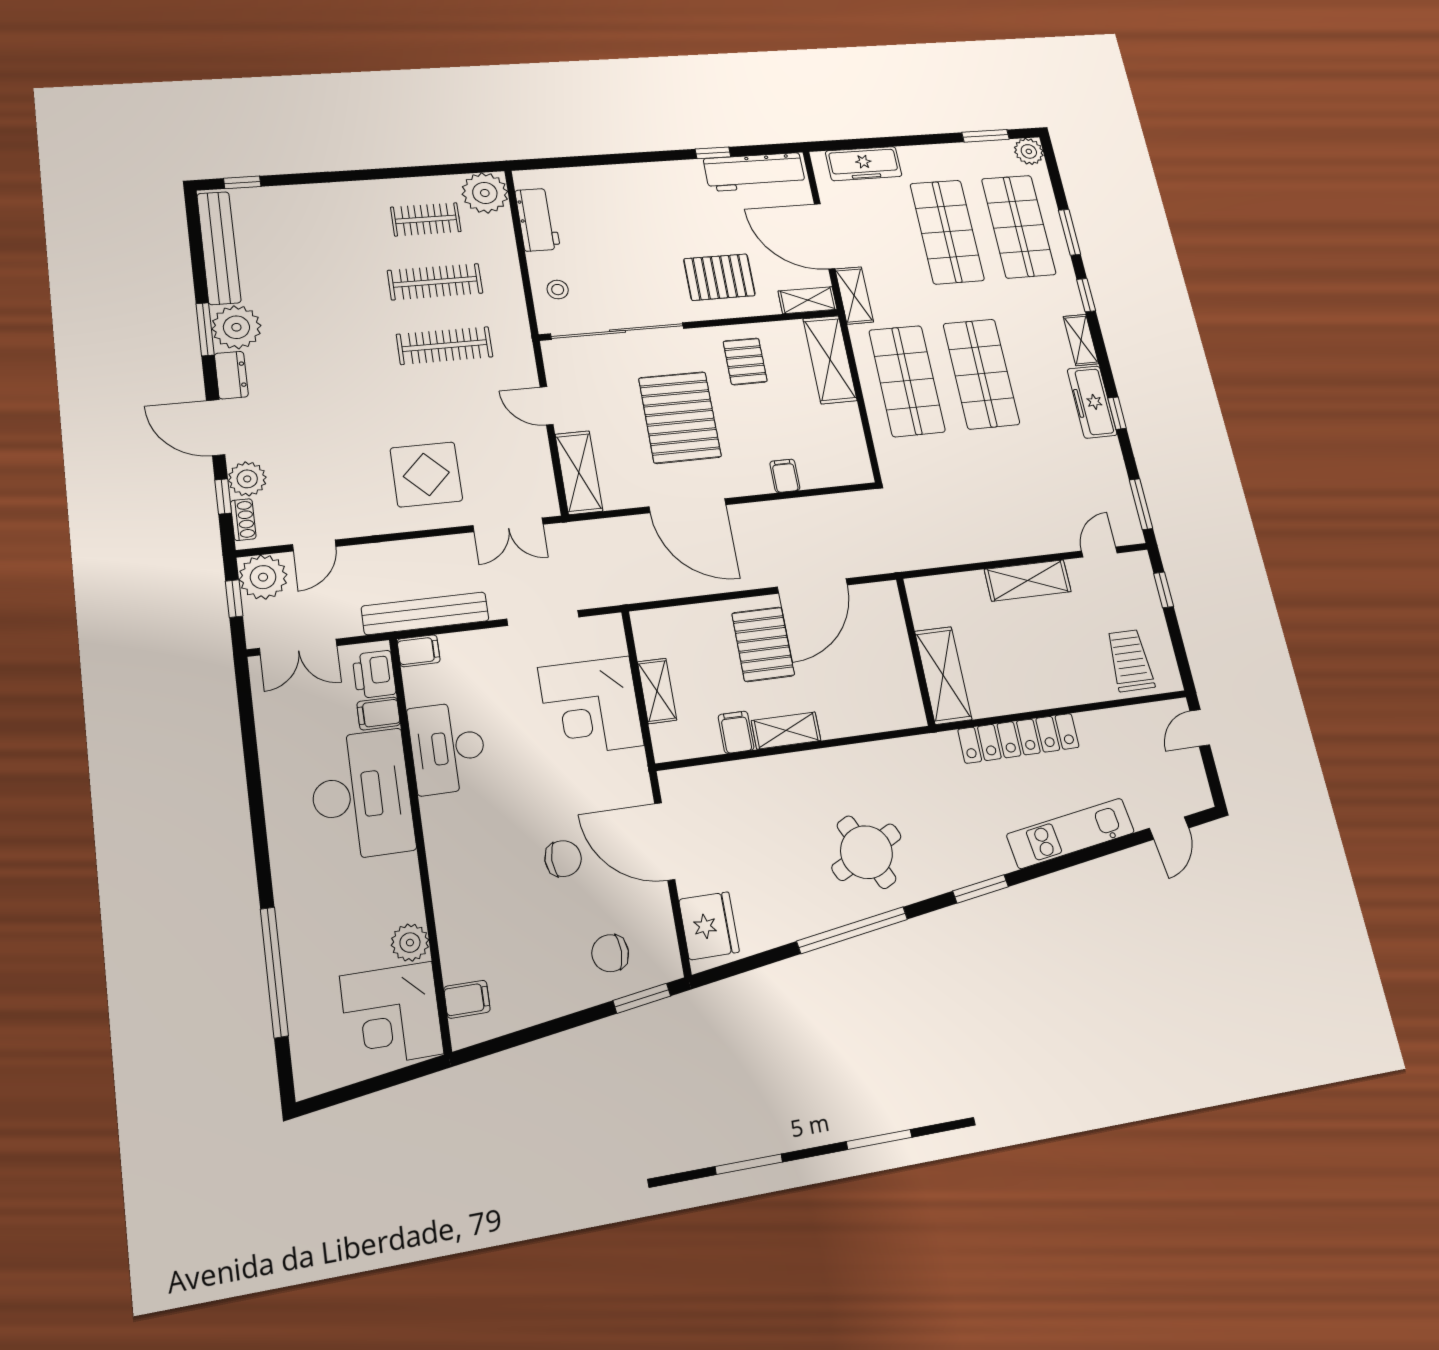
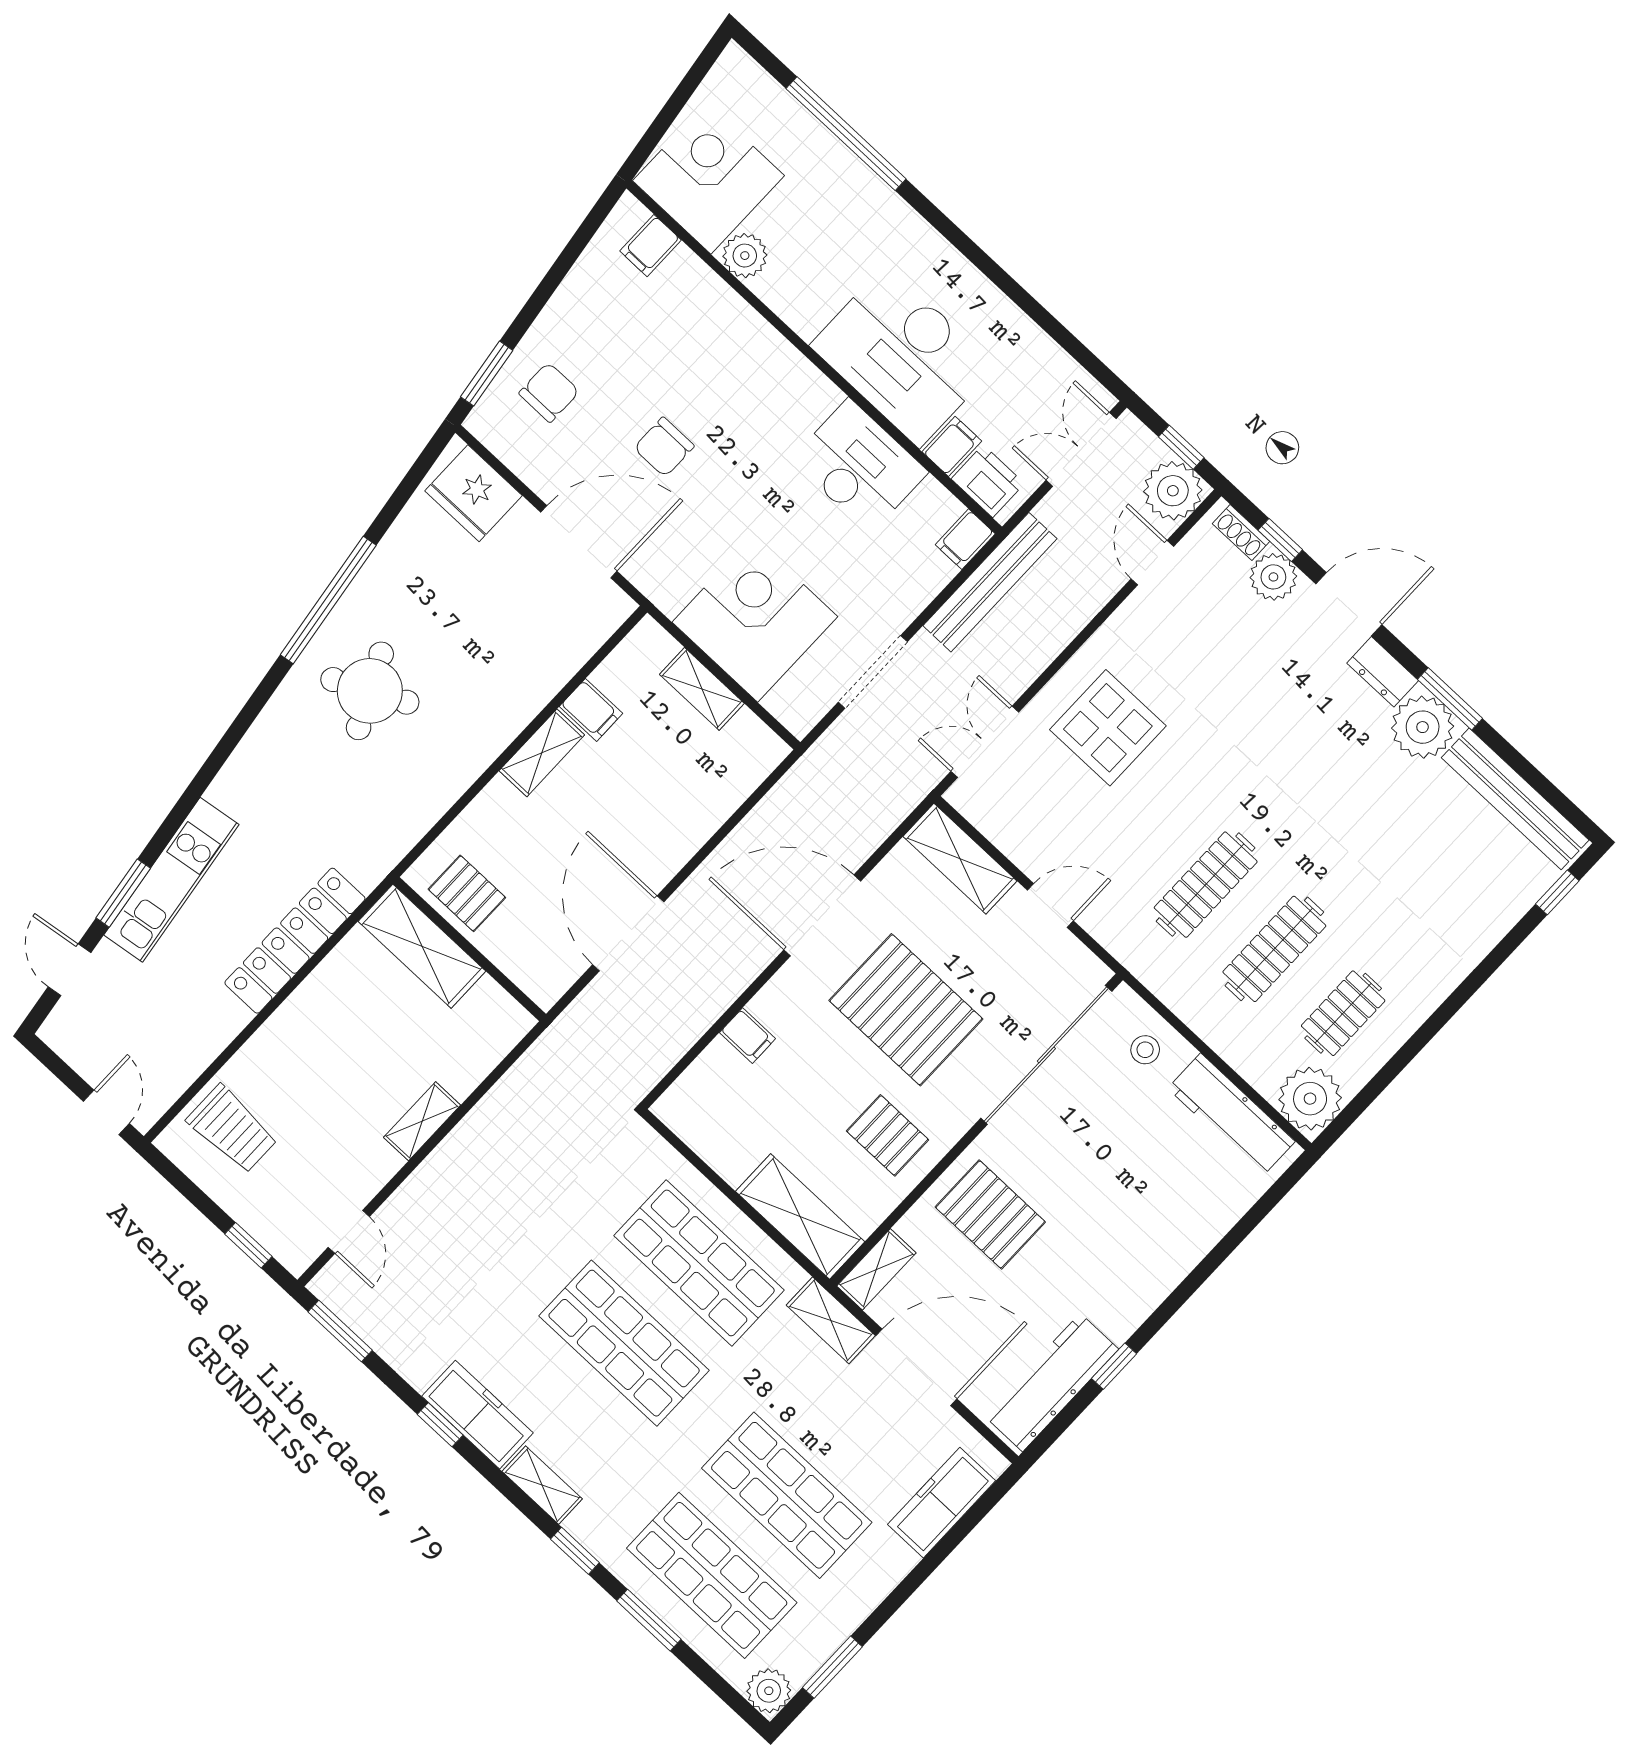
workbench: (537, 220) -> (1231, 1115), width x1.38
pallet: (719, 277) -> (990, 1215), turned 90
shelving: (1028, 580) -> (422, 1121), width x0.67, depth x0.75
pallet: (763, 644) -> (467, 893), moved, width x0.67, depth x0.71
window: (981, 889) -> (123, 893), moved

